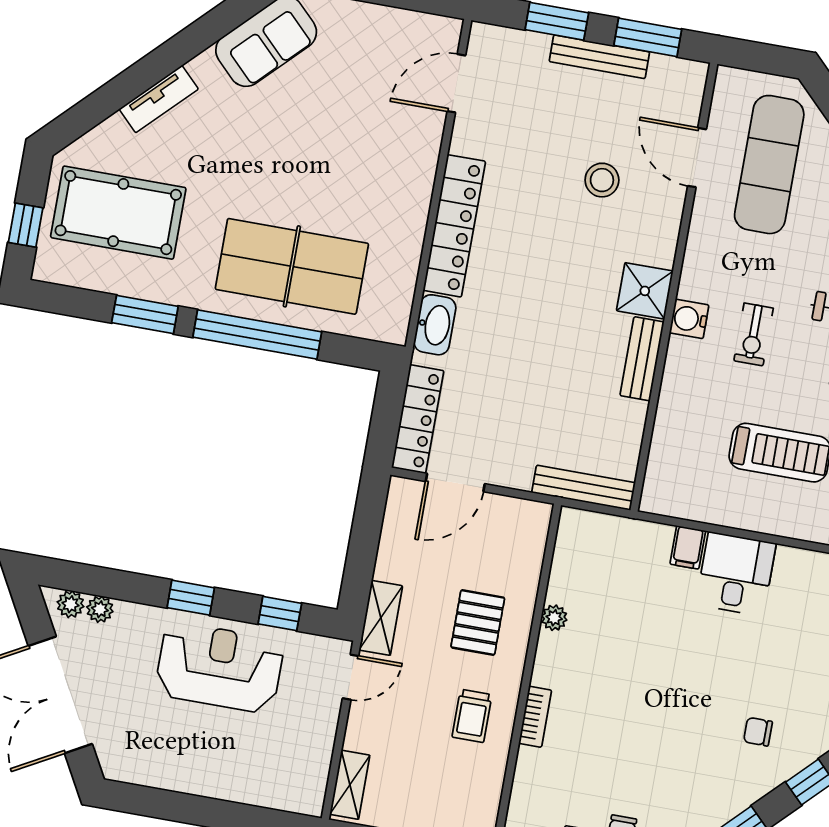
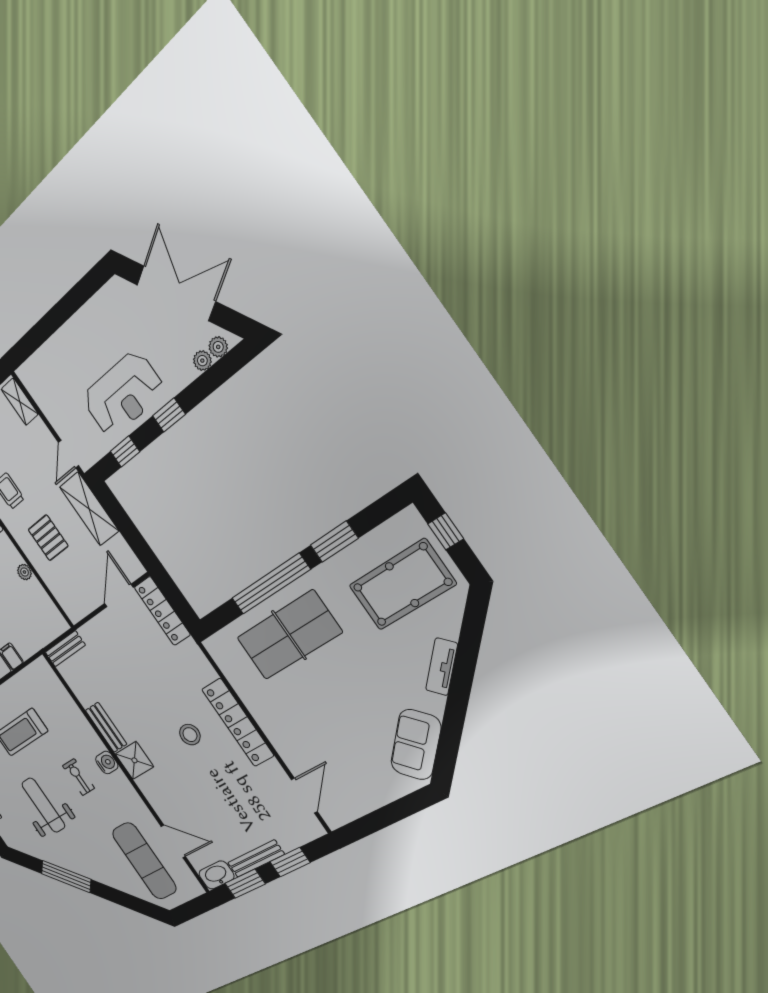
stool: (602, 180) -> (190, 735), moved
washbasin: (435, 325) -> (216, 875), moved, turned 90
bench: (584, 488) -> (65, 649), width x0.73
shelving: (381, 618) -> (89, 509), width x1.50, depth x1.33

